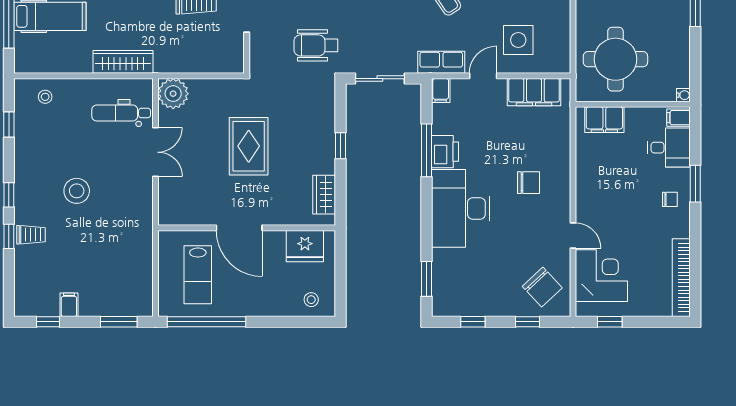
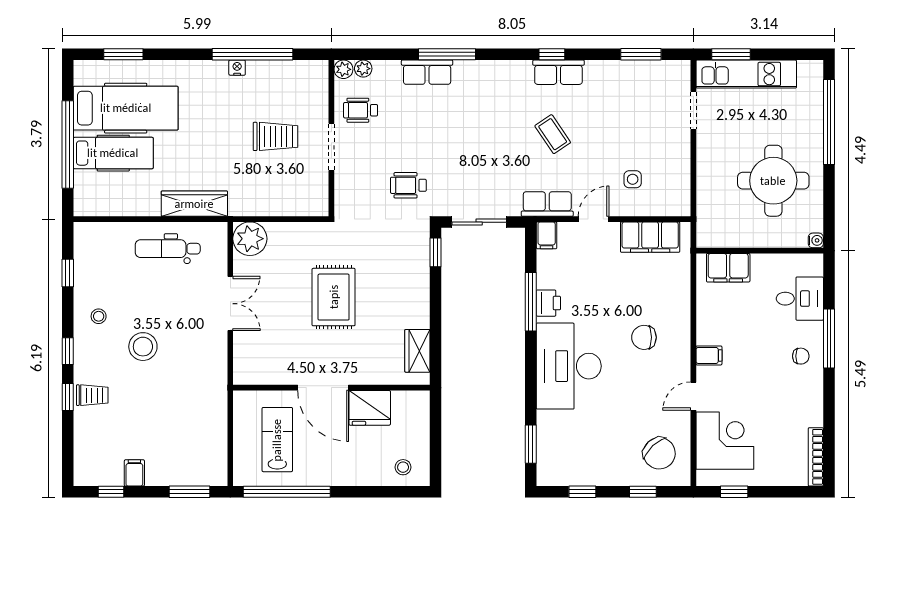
side table: (518, 40) -> (633, 179), width x0.54, depth x0.54
wheelchair: (316, 45) -> (408, 185), width x0.73, depth x0.73
round table: (615, 59) -> (773, 181), moved
stool: (45, 97) -> (99, 316), moved
dental chair: (121, 113) -> (168, 249), moved
filing cabinet: (679, 118) -> (709, 355), moved, turned 180
window: (341, 146) -> (436, 252), moved
printer: (445, 152) -> (548, 303), width x0.73, depth x0.81
chair: (528, 183) -> (644, 337), turned 180
window: (695, 184) -> (829, 339), width x1.44
door: (573, 235) -> (693, 396), swing flipped
fridge: (305, 246) -> (370, 408), moved
lab bench: (198, 275) -> (277, 440), turned 180
bookcase: (681, 278) -> (816, 457), width x0.68, depth x0.76

